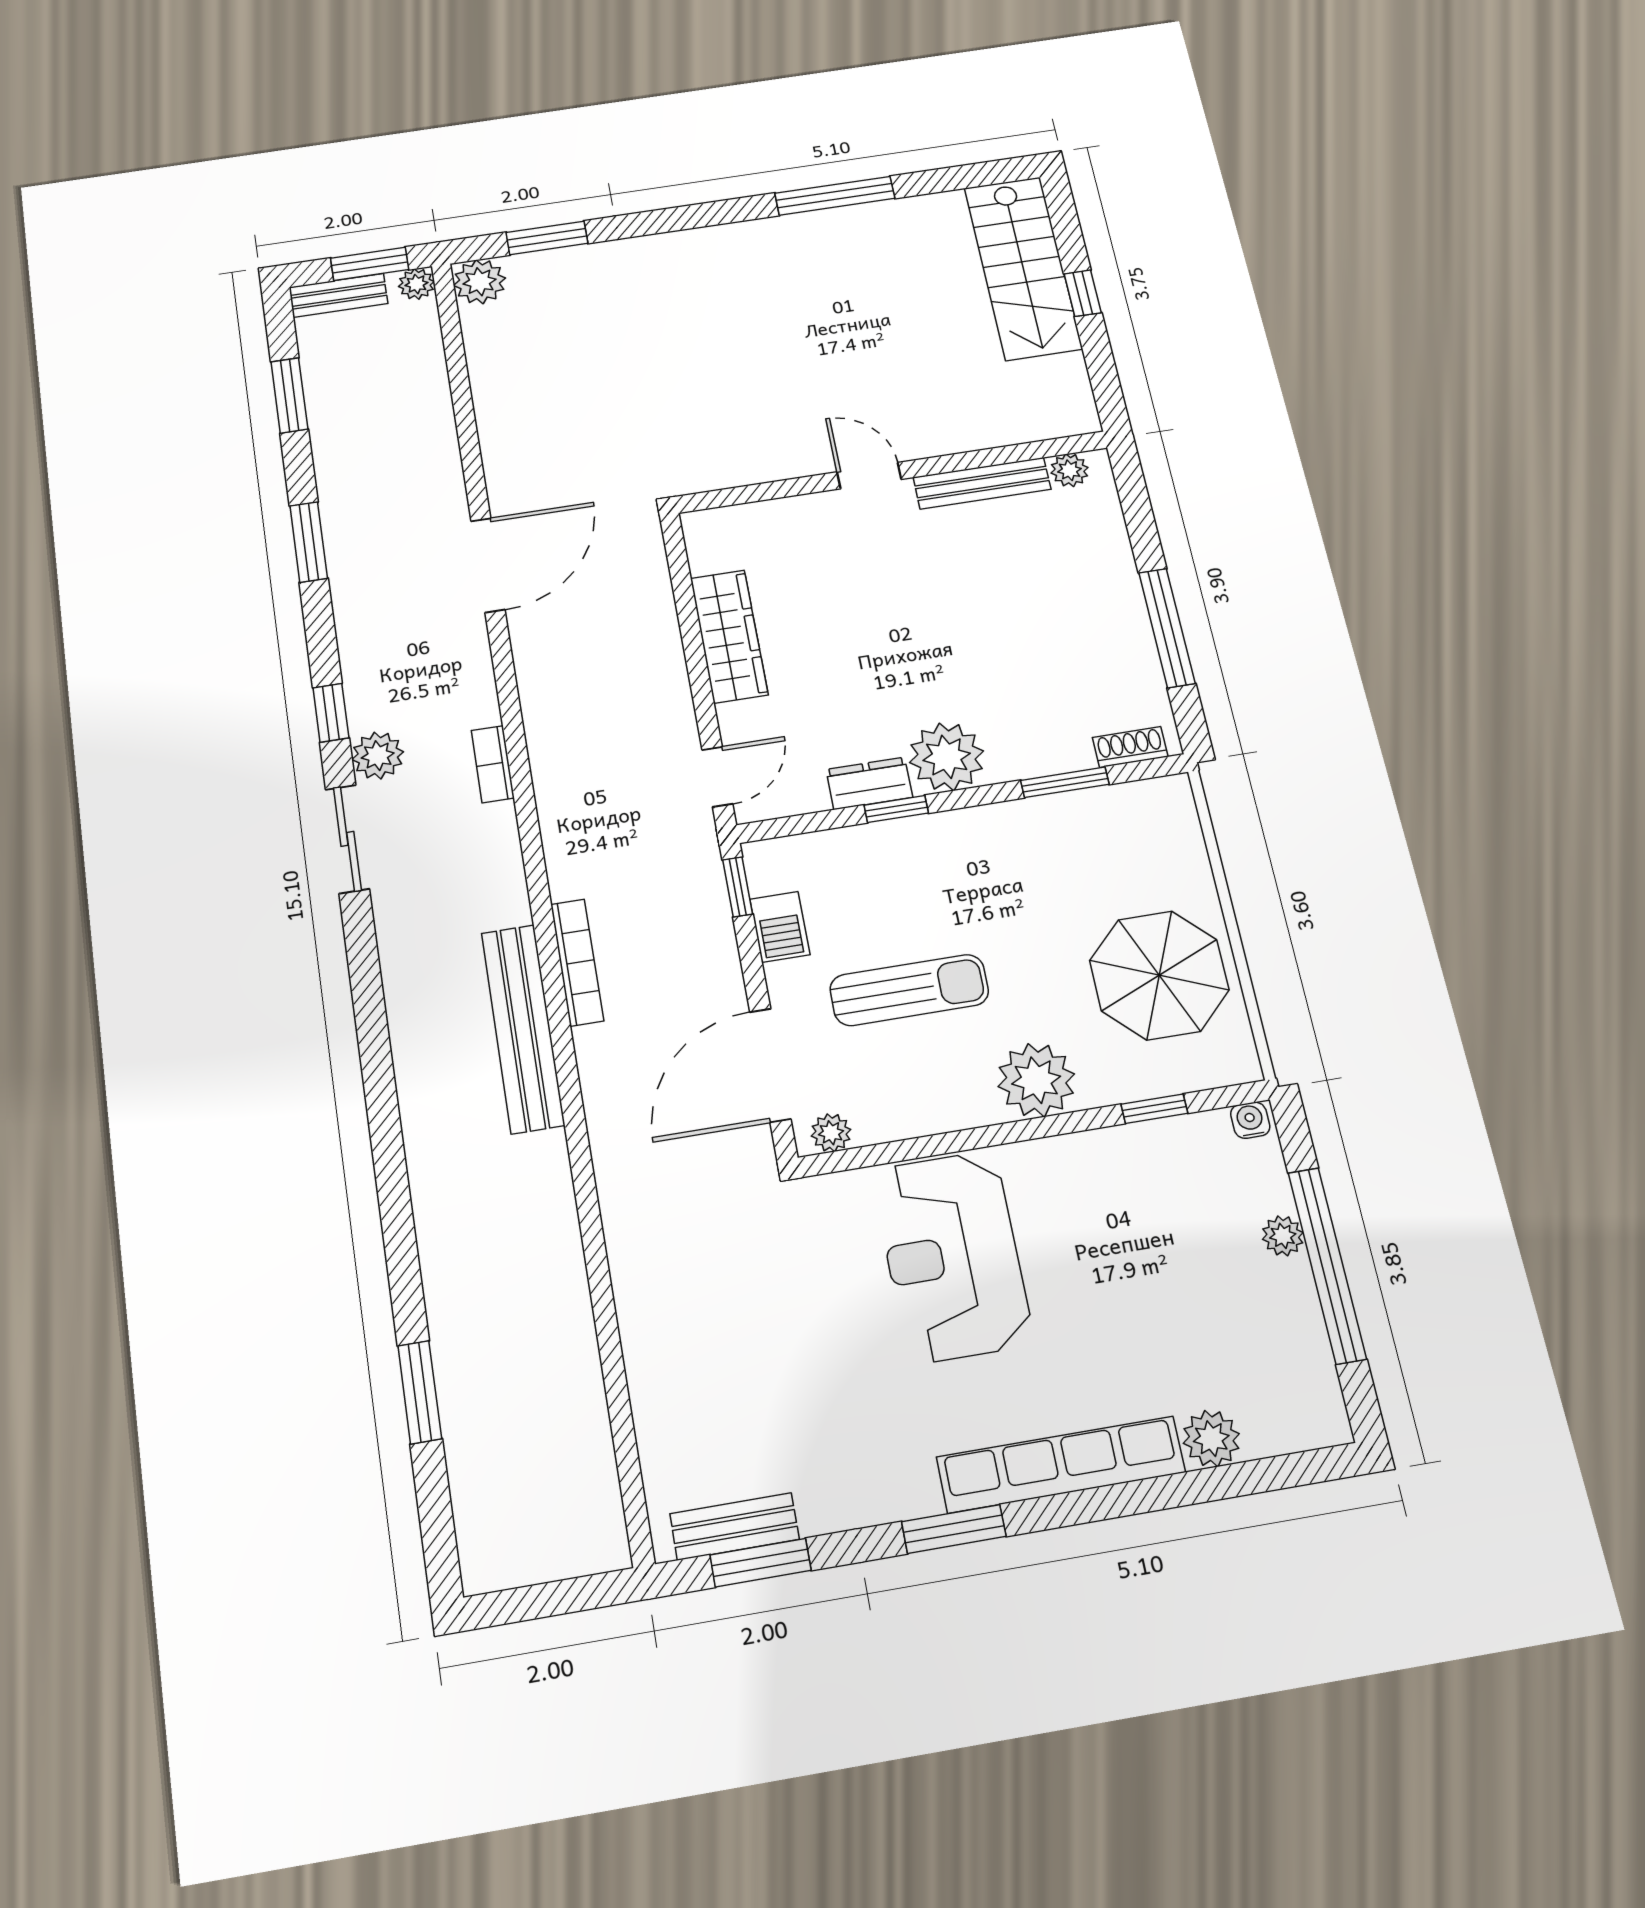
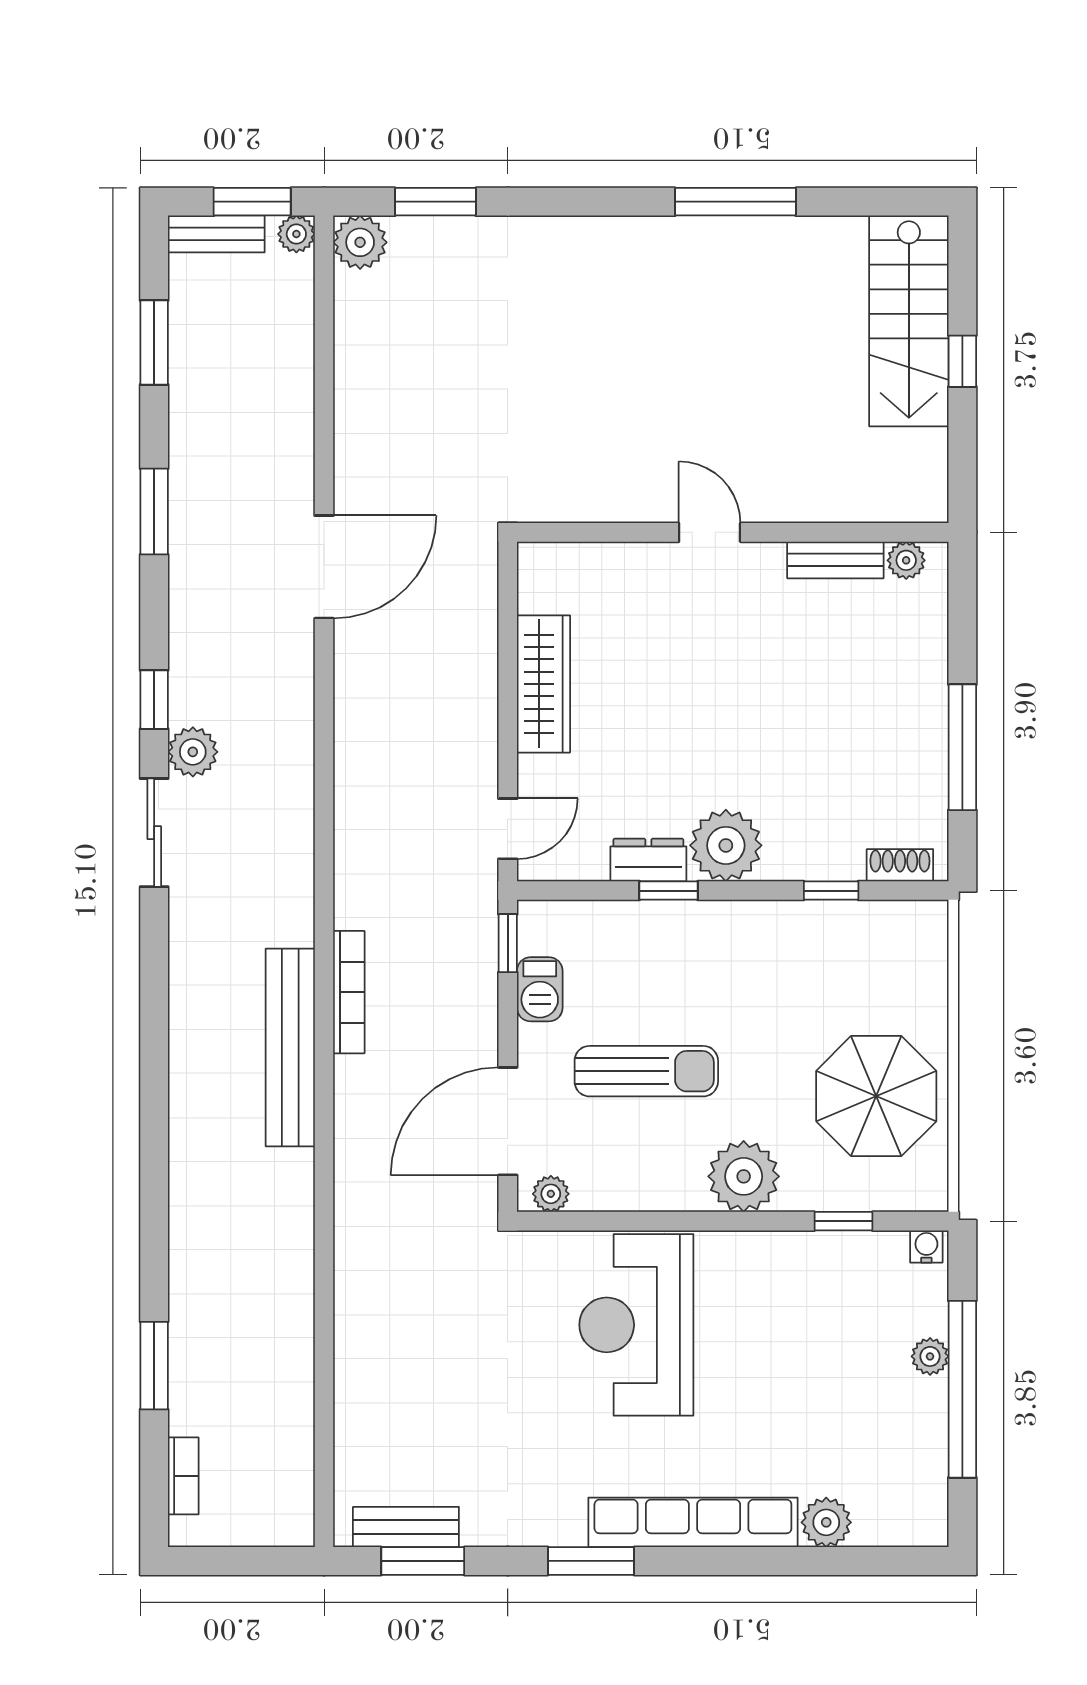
bench: (982, 483) -> (835, 560), width x0.73
bookcase: (493, 764) -> (183, 1476), moved, turned 180
window: (1065, 782) -> (831, 891), width x0.67

